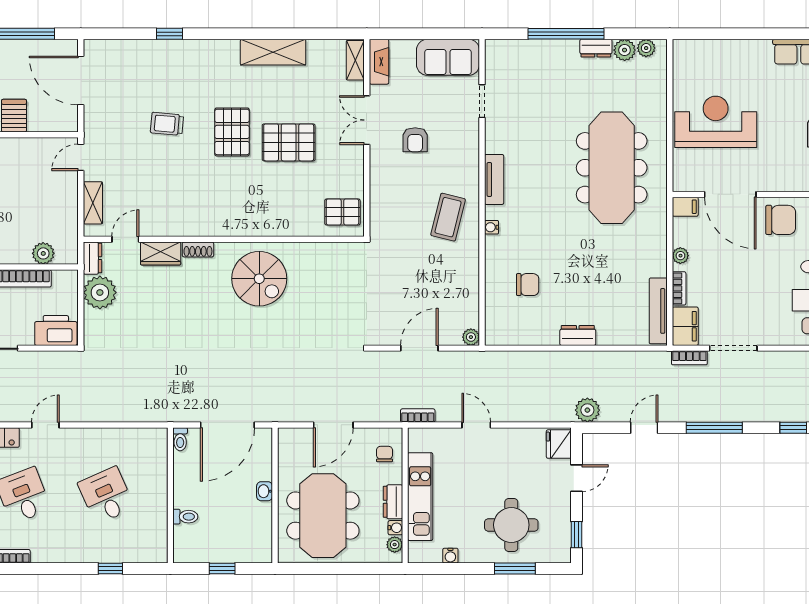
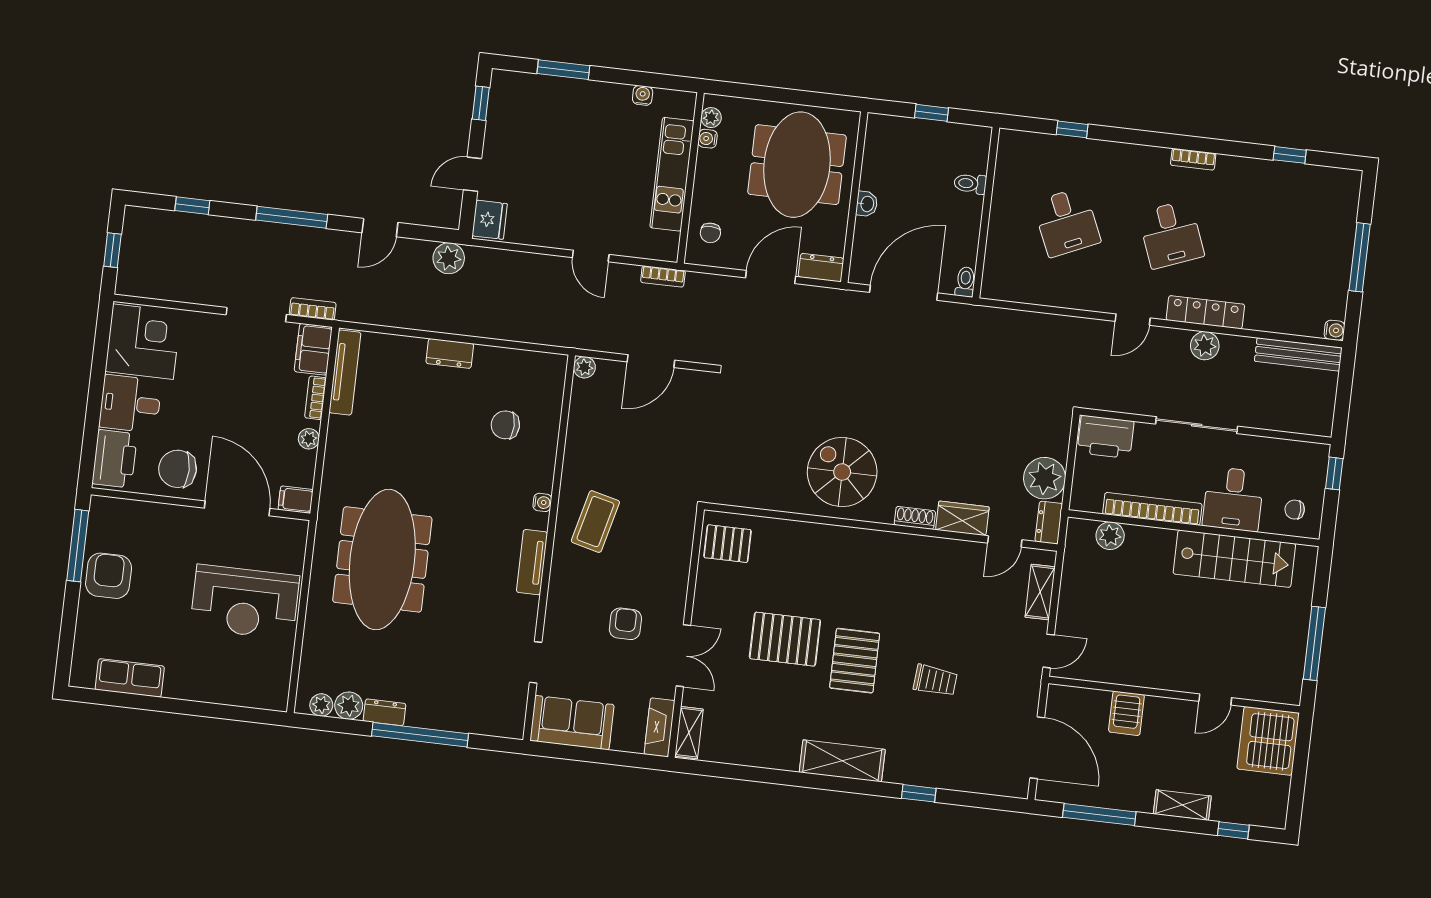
shelving: (273, 52) -> (842, 761), moved
dresser: (393, 502) -> (821, 268), moved, turned -90
round table: (511, 525) -> (561, 125), removed

